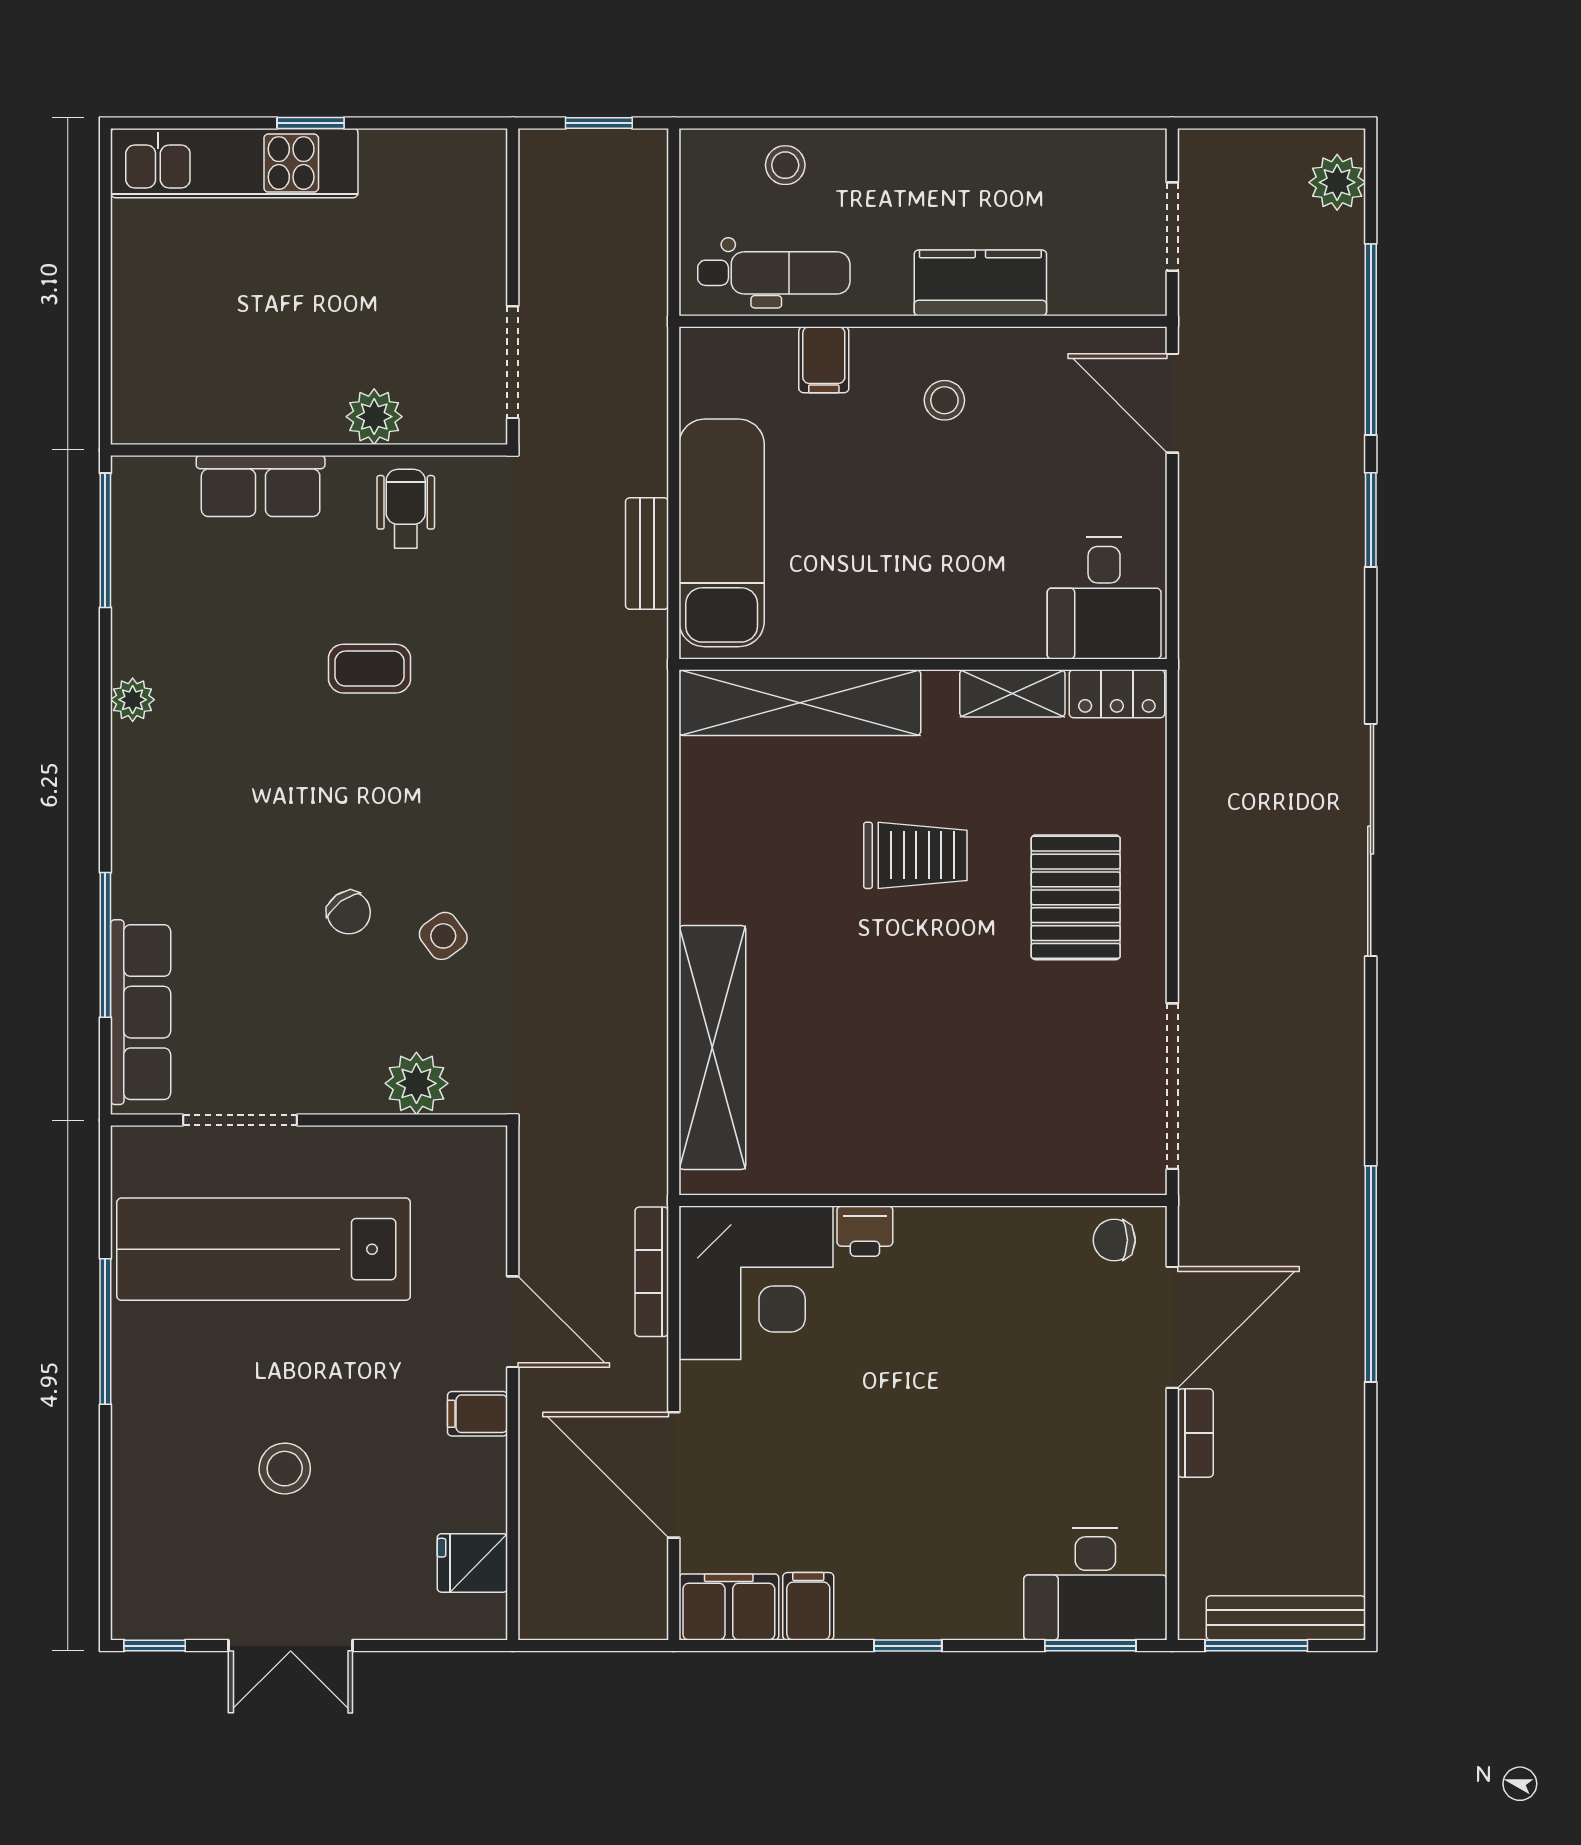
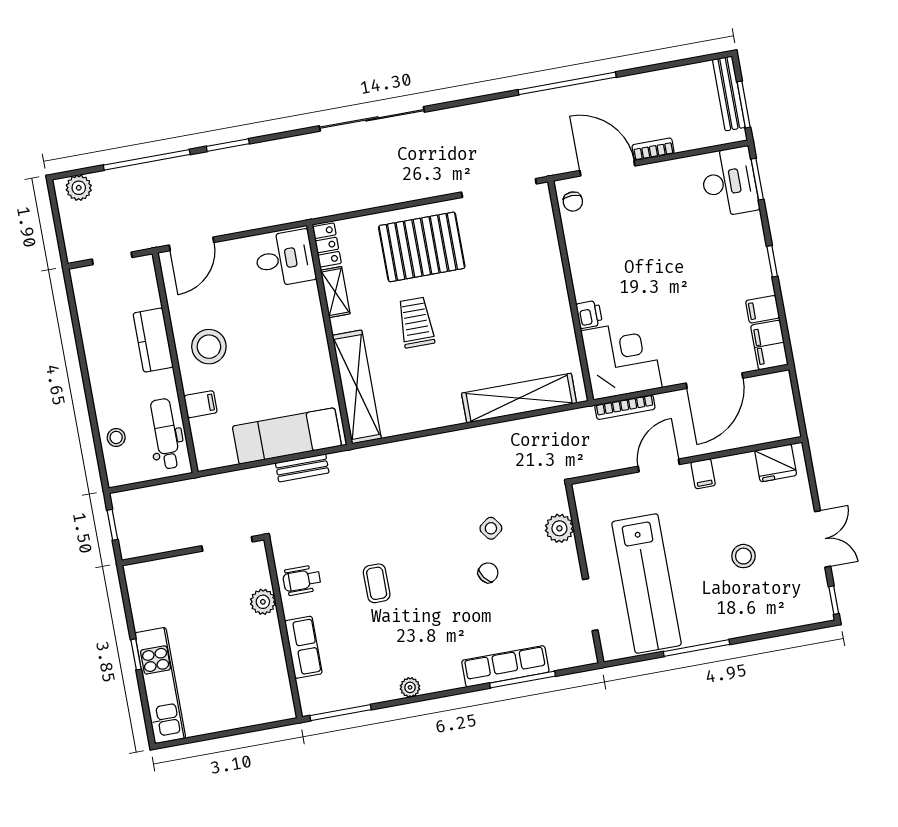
stool: (944, 400) -> (209, 347), width x1.89, depth x1.89
pallet: (1076, 897) -> (422, 247), width x1.37, depth x1.41
row of seats: (141, 1012) -> (505, 666), moved
fridge: (472, 1563) -> (776, 463), width x1.38

